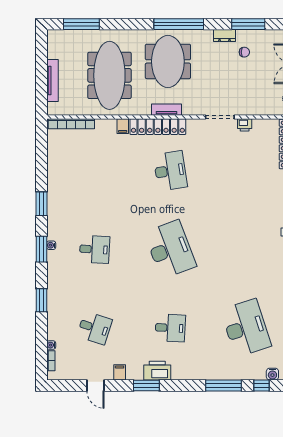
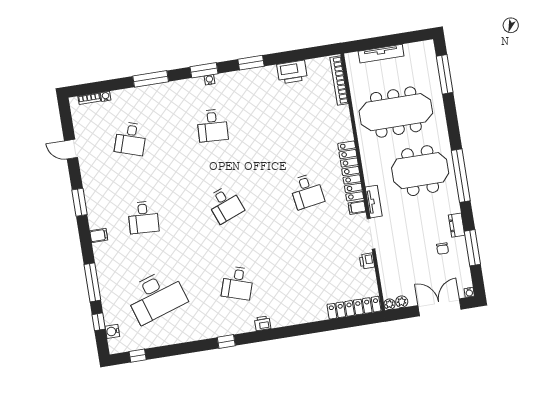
tv unit: (167, 110) -> (374, 202), moved
filing cabinet: (123, 126) -> (357, 207), moved
desk: (170, 171) -> (307, 191), width x0.73
desk: (170, 249) -> (225, 204), width x0.53, depth x0.77
desk: (246, 249) -> (238, 283), added
window: (41, 300) -> (151, 79), width x1.44
printer: (157, 371) -> (292, 72), moved, turned 90
filing cabinet: (120, 372) -> (99, 235), moved
door: (95, 385) -> (71, 149), hinge flipped

